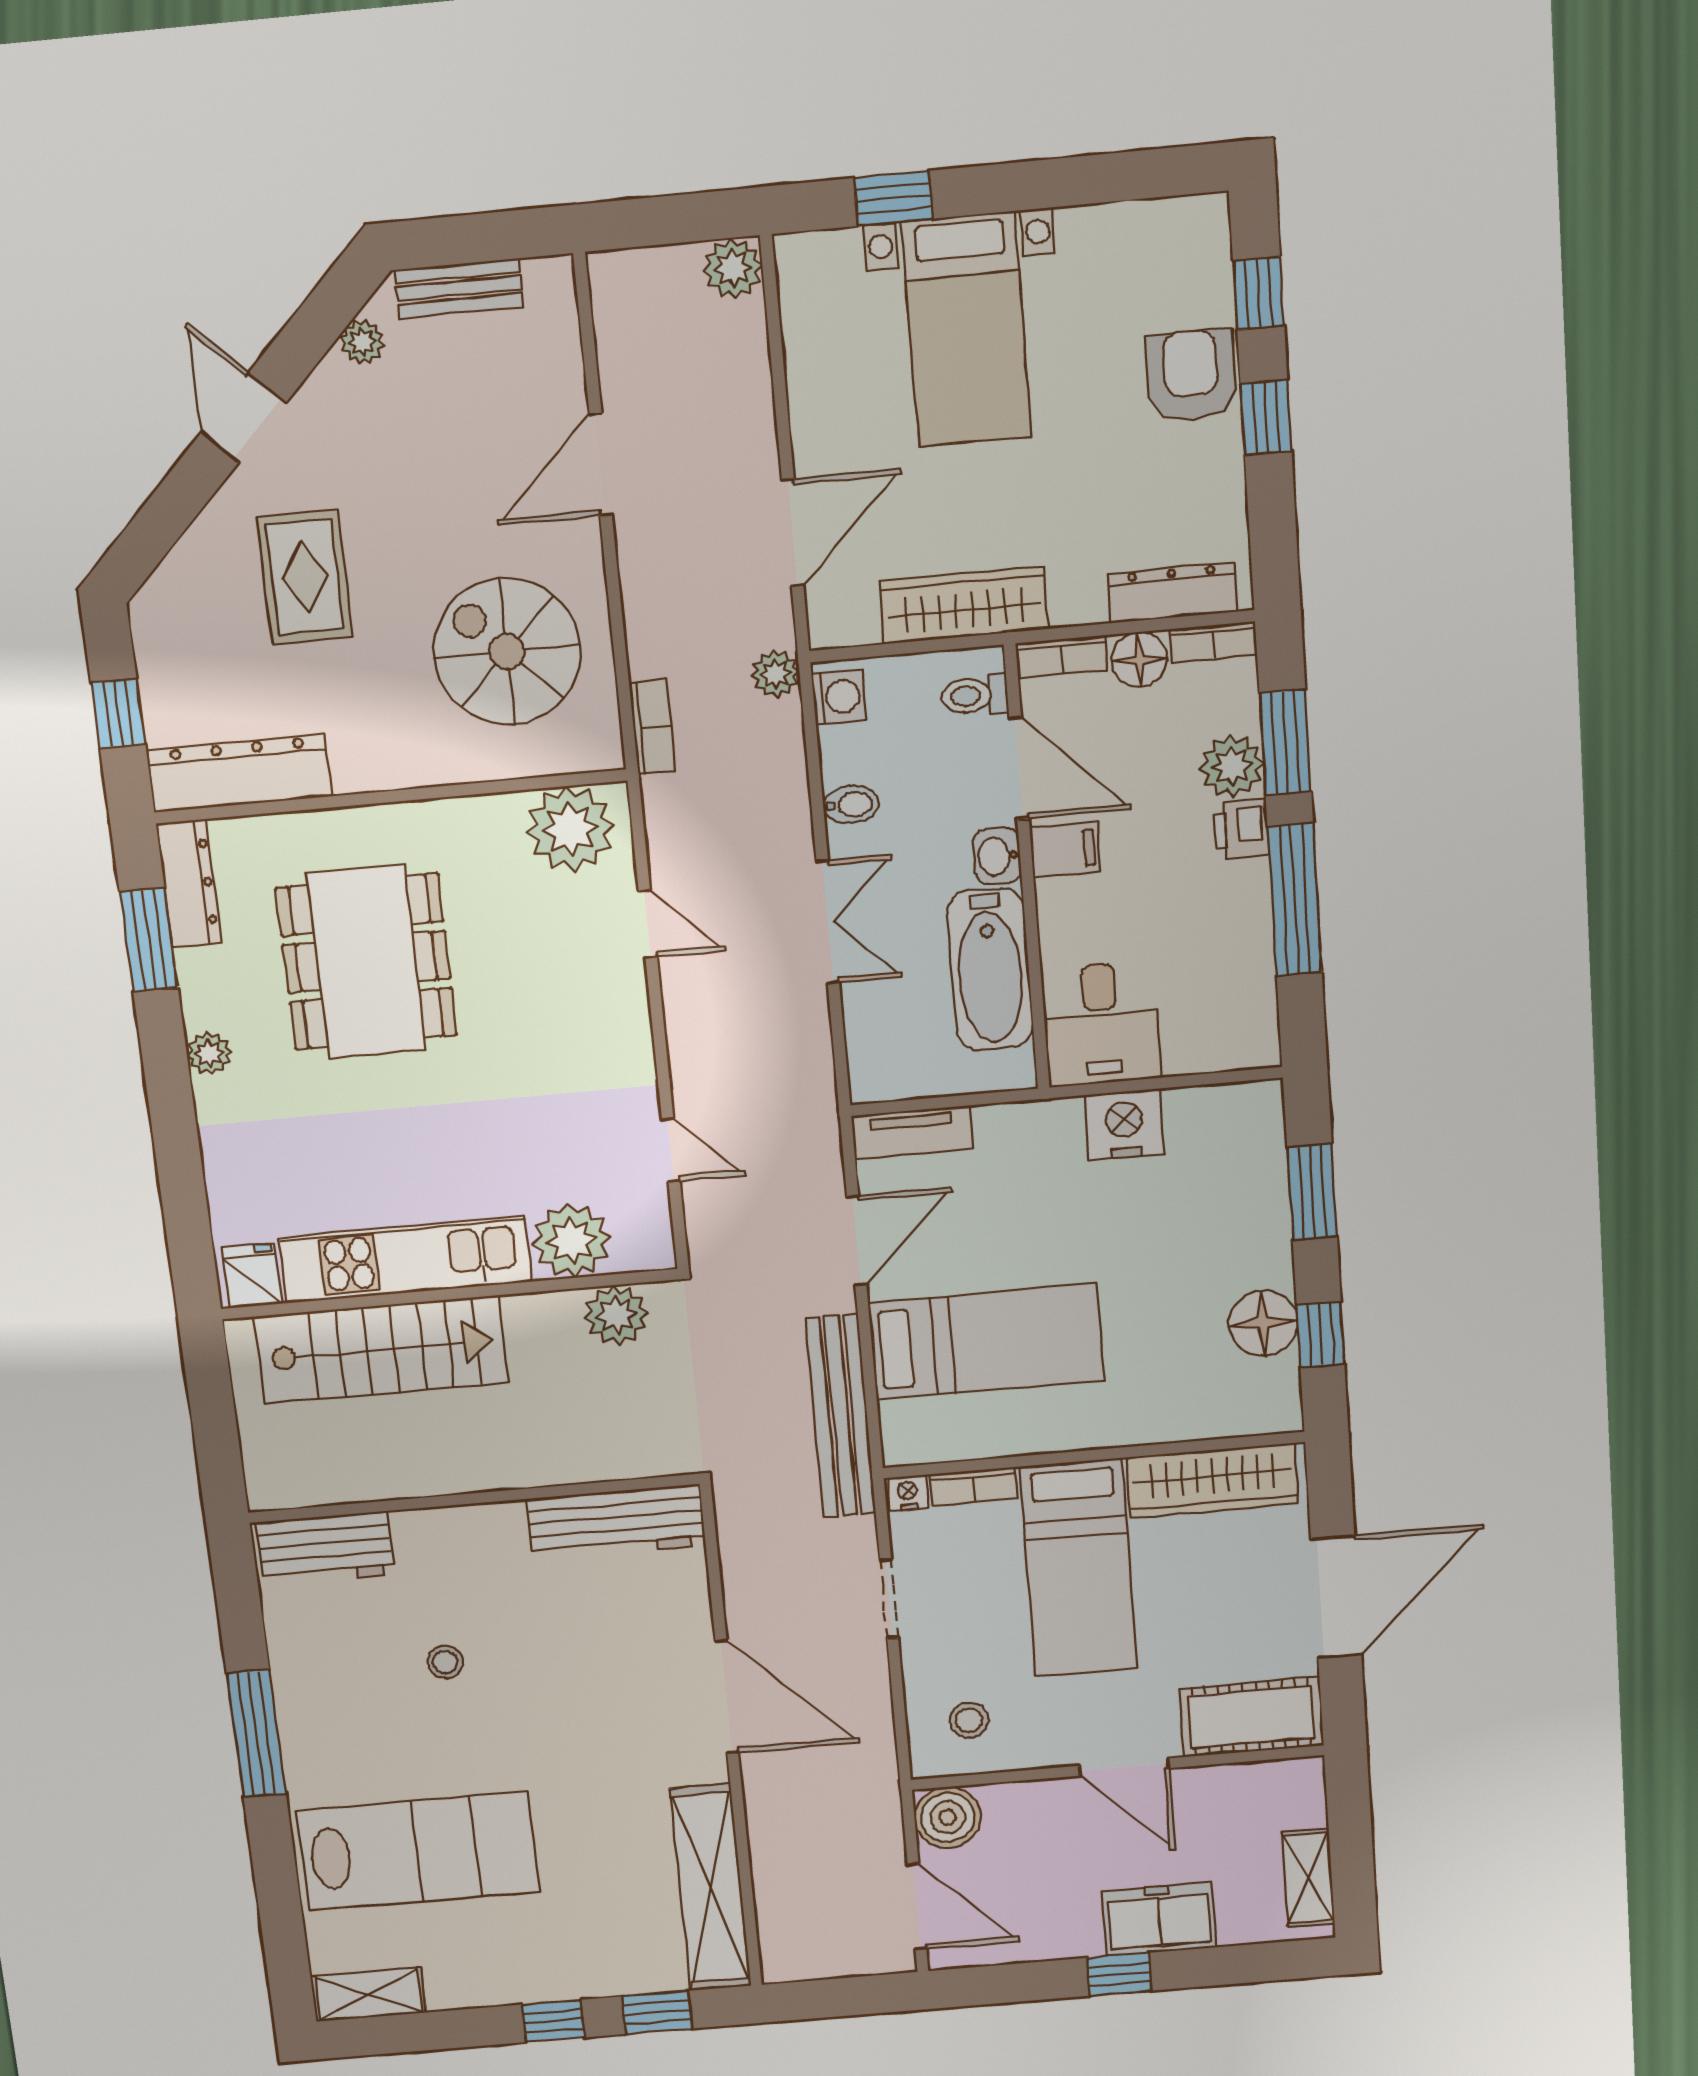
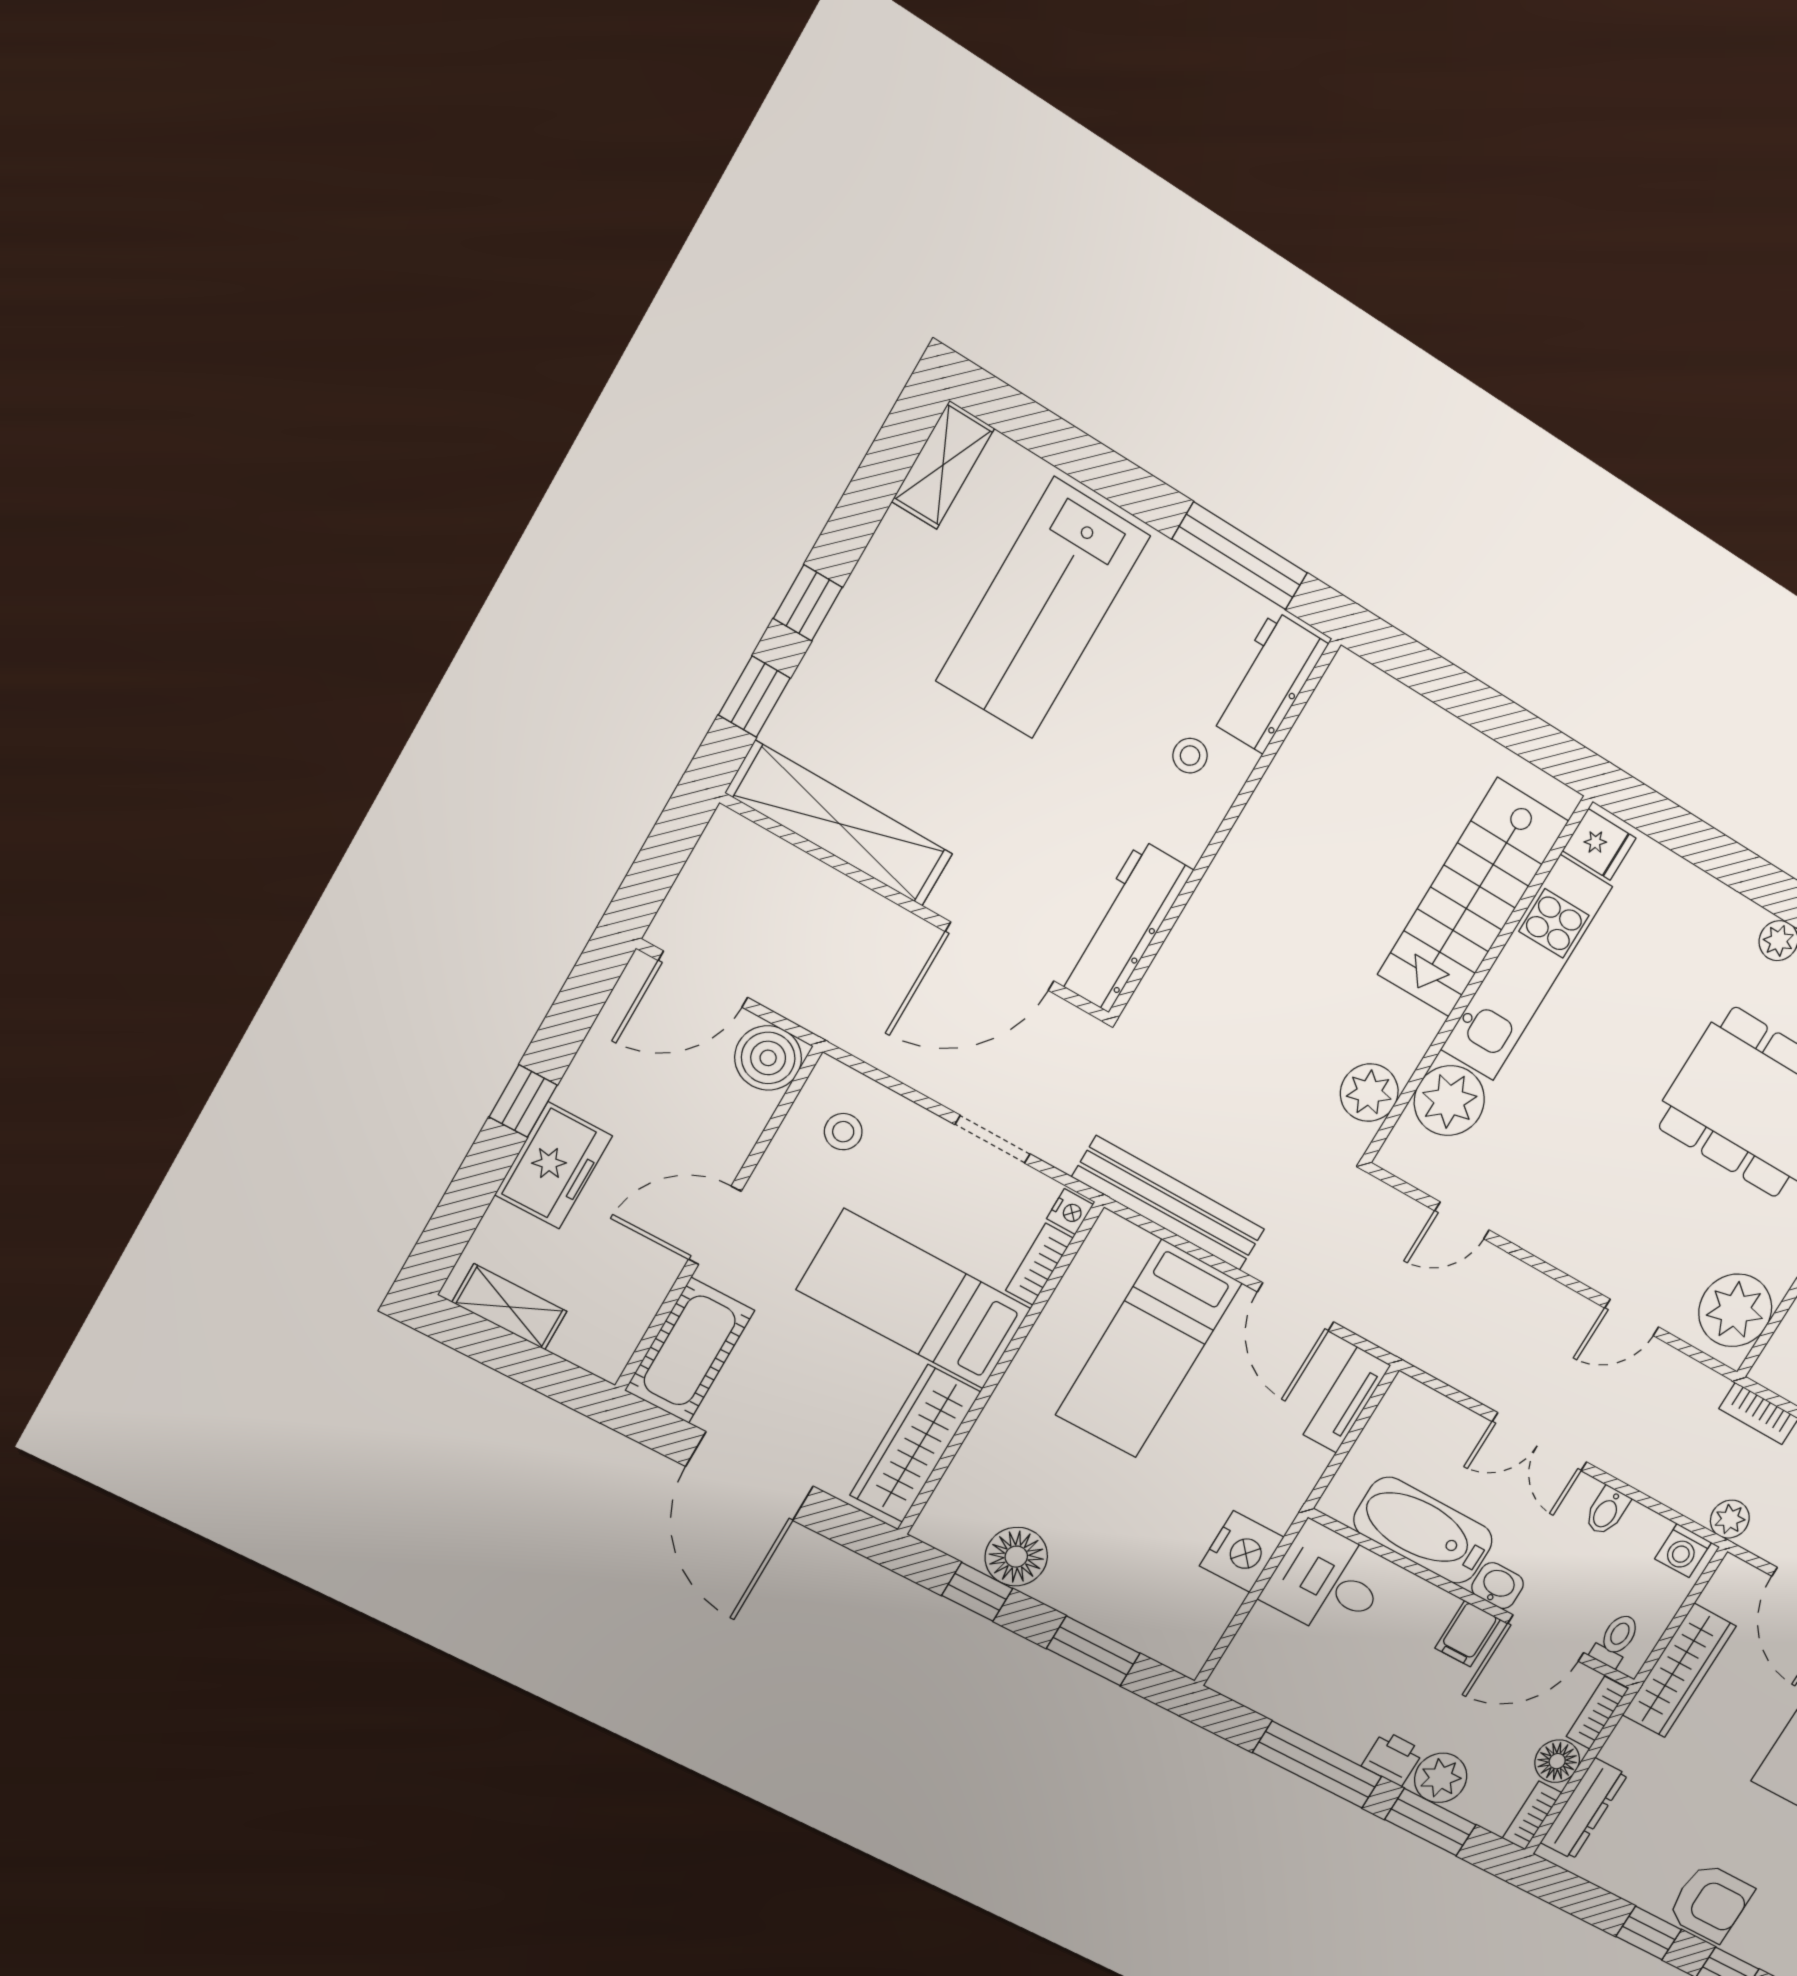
wall: (474, 1498) -> (1224, 830), moved
workbench: (616, 1522) -> (1124, 926), moved
workbench: (325, 1548) -> (1268, 682), moved

